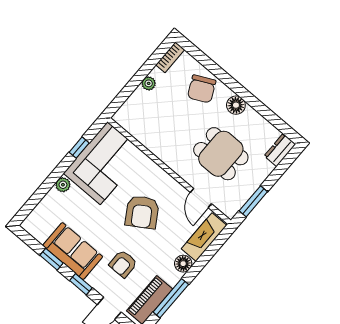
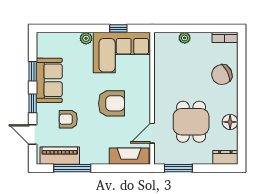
plant: (149, 83) -> (185, 38), moved
floor lamp: (236, 105) -> (230, 122), moved
armchair: (142, 212) -> (111, 103), turned -148
floor lamp: (183, 264) -> (101, 157), removed

